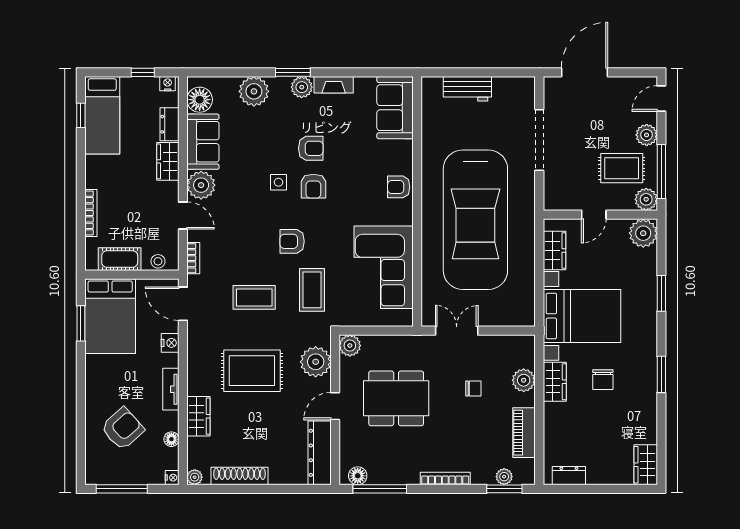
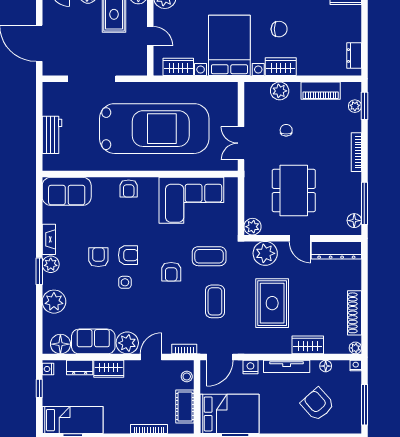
tv unit: (171, 389) -> (287, 366), width x1.41

